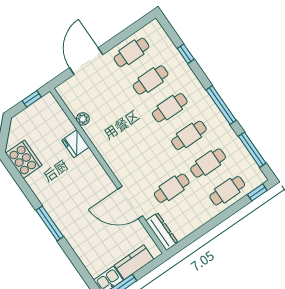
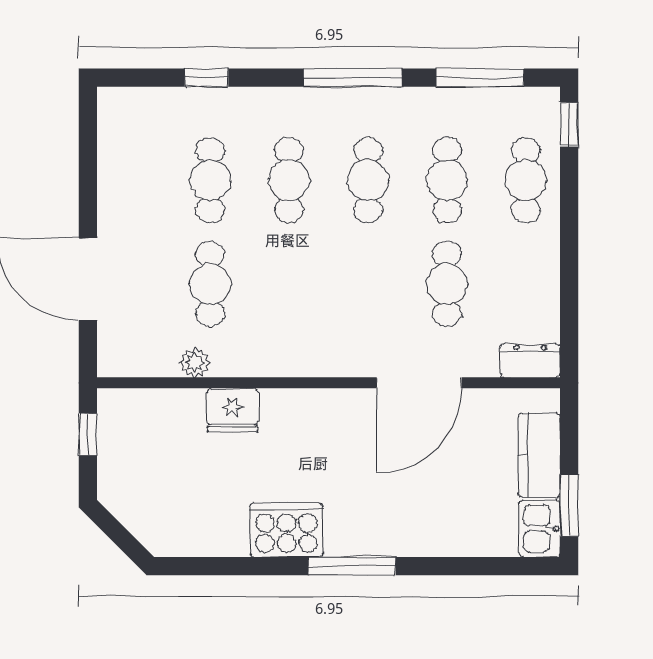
cafe table: (131, 52) -> (210, 284), moved
cooker: (24, 159) -> (287, 530), moved
dresser: (162, 232) -> (530, 361), width x0.70

